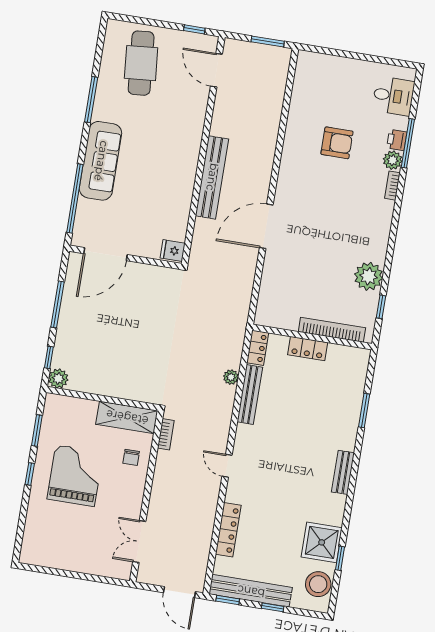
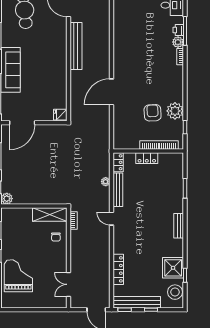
armchair: (337, 143) -> (153, 113), moved, turned -93
bench: (212, 177) -> (76, 46), moved
door: (227, 466) -> (112, 219), moved
grand piano: (75, 475) -> (18, 276), moved

